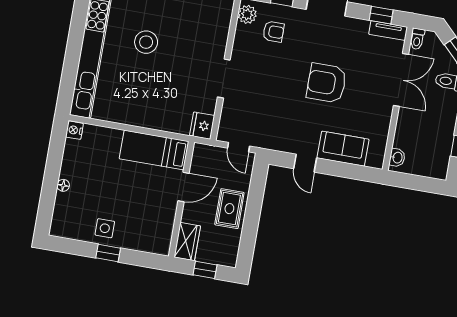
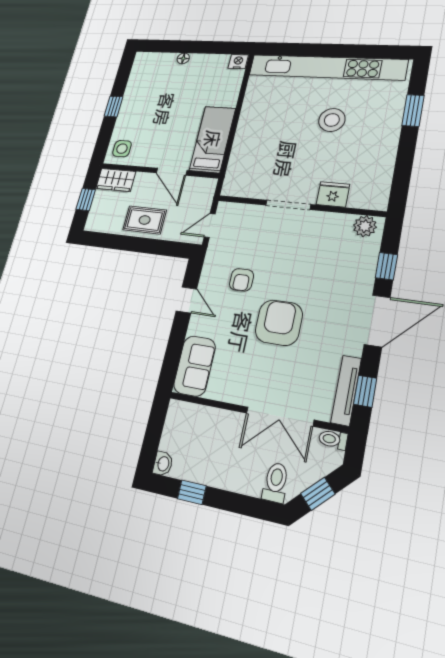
tv unit: (388, 31) -> (346, 390), width x1.41
armchair: (273, 32) -> (242, 280), moved
fridge: (202, 126) -> (333, 194), moved
sofa: (343, 149) -> (195, 366), moved
washbasin: (397, 158) -> (163, 464), moved, turned -90
door: (305, 163) -> (186, 300), swing flipped
side table: (105, 228) -> (122, 149), moved

